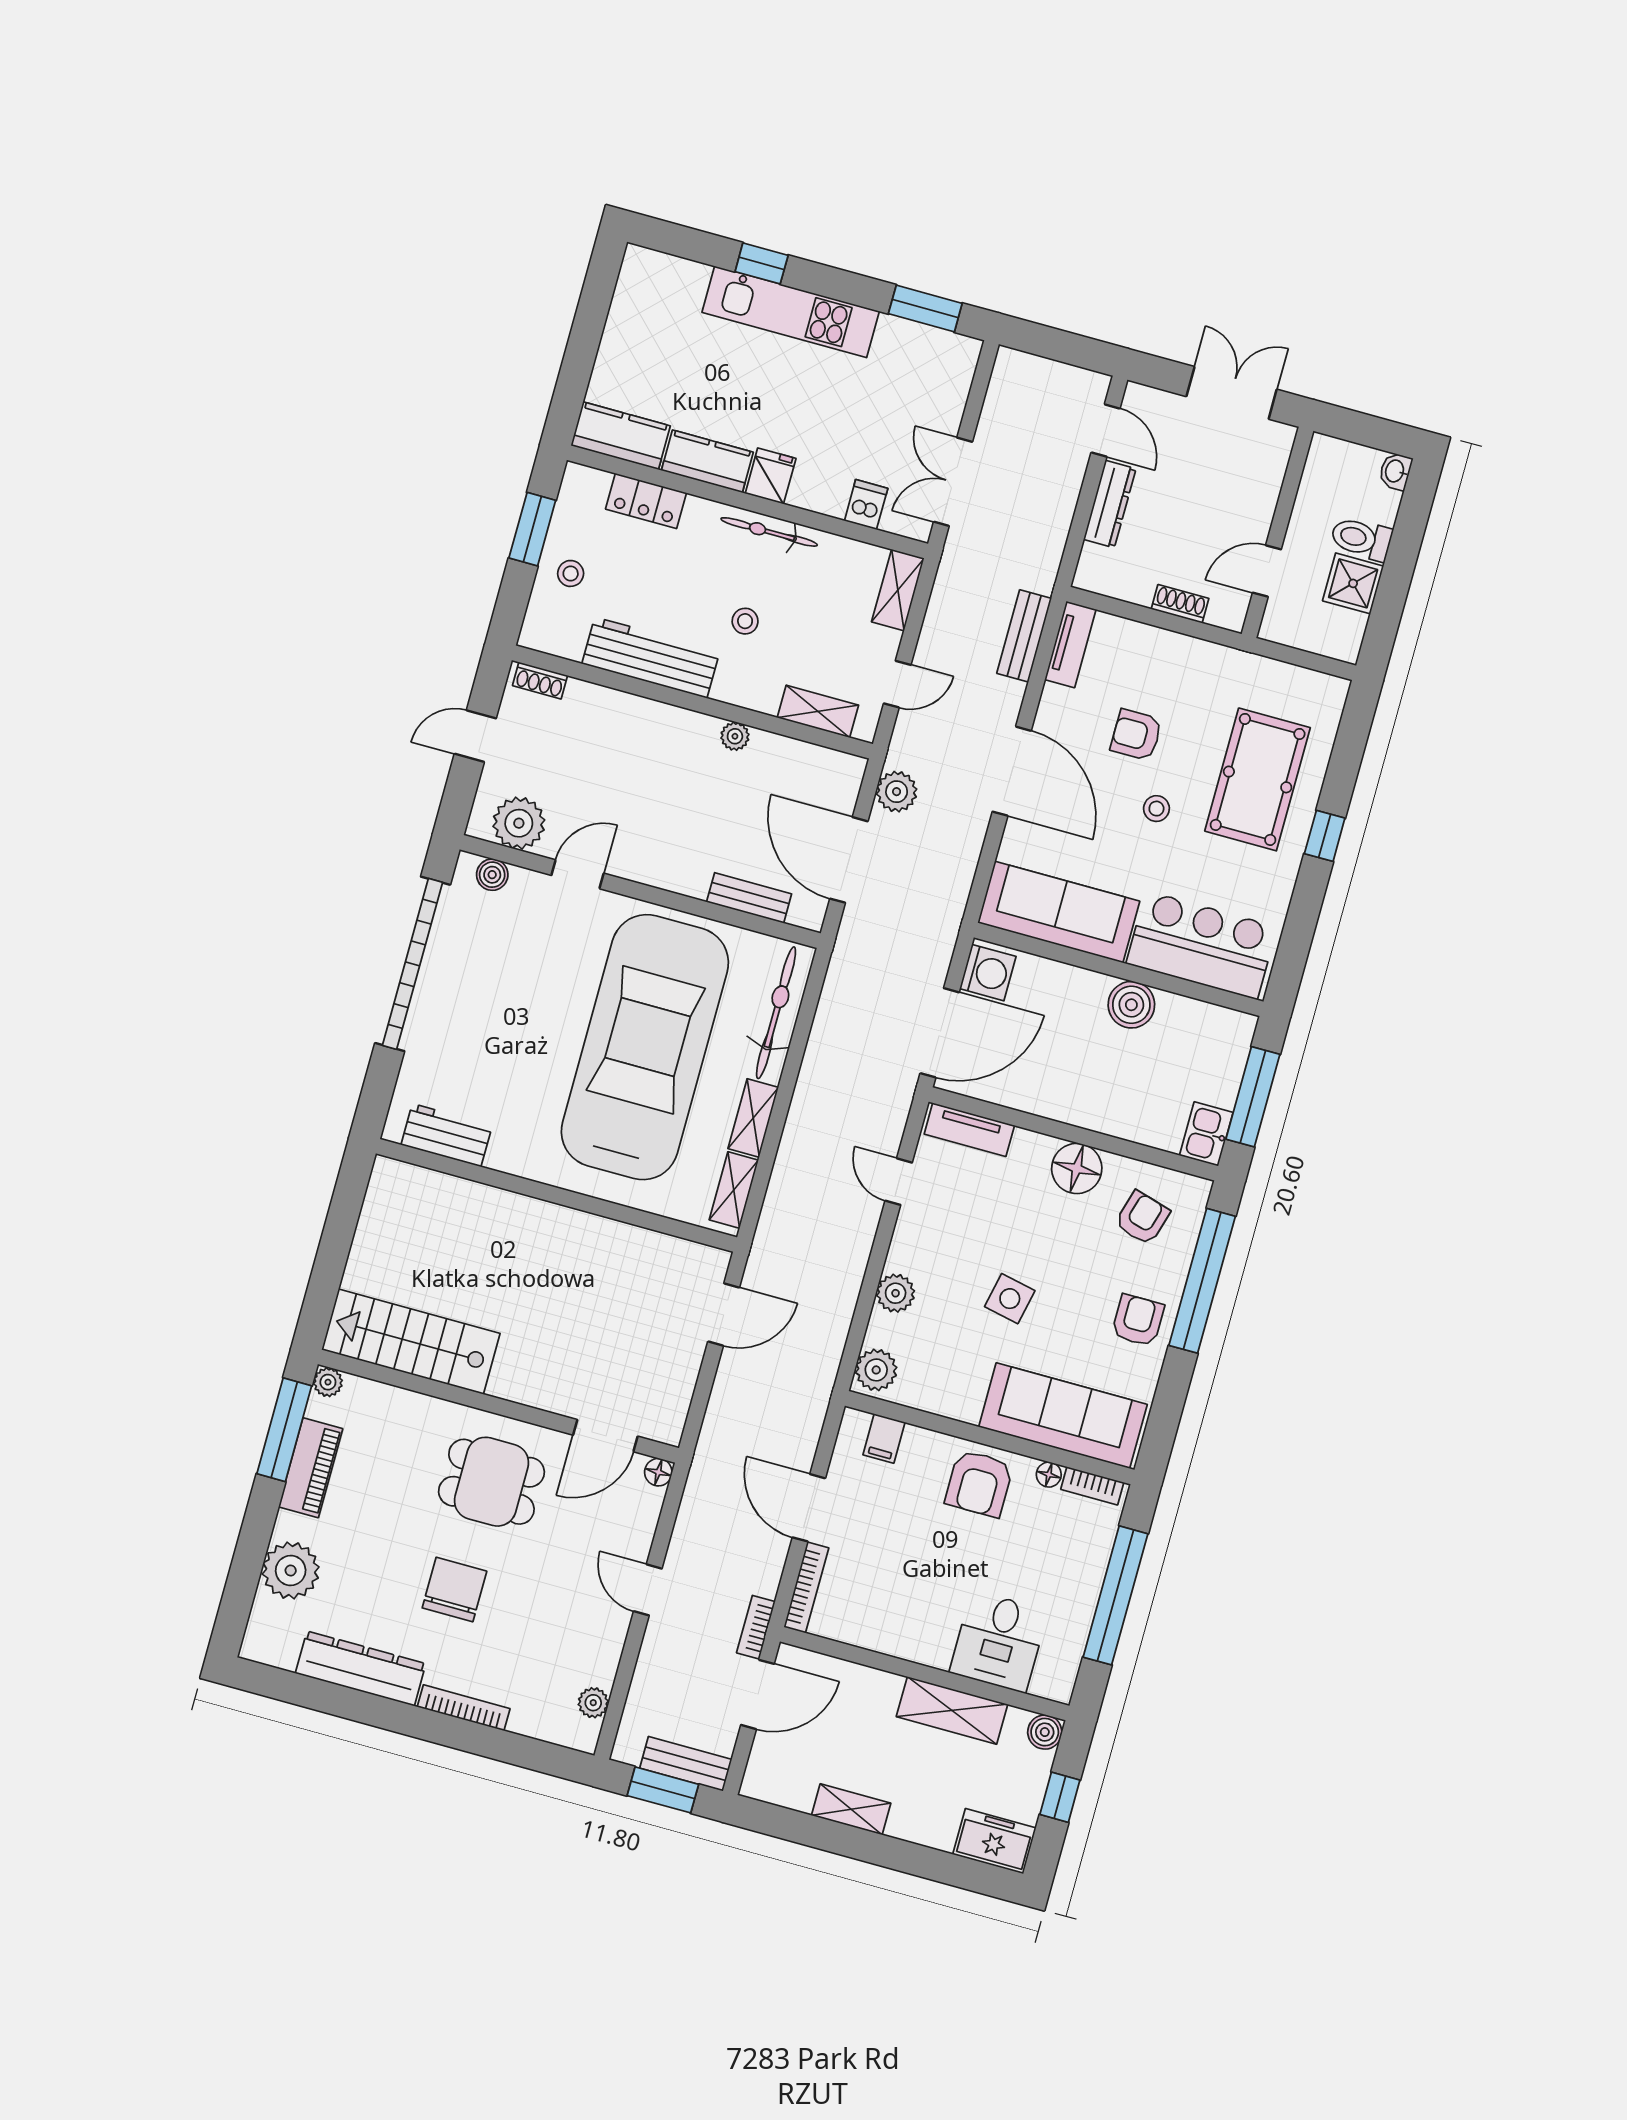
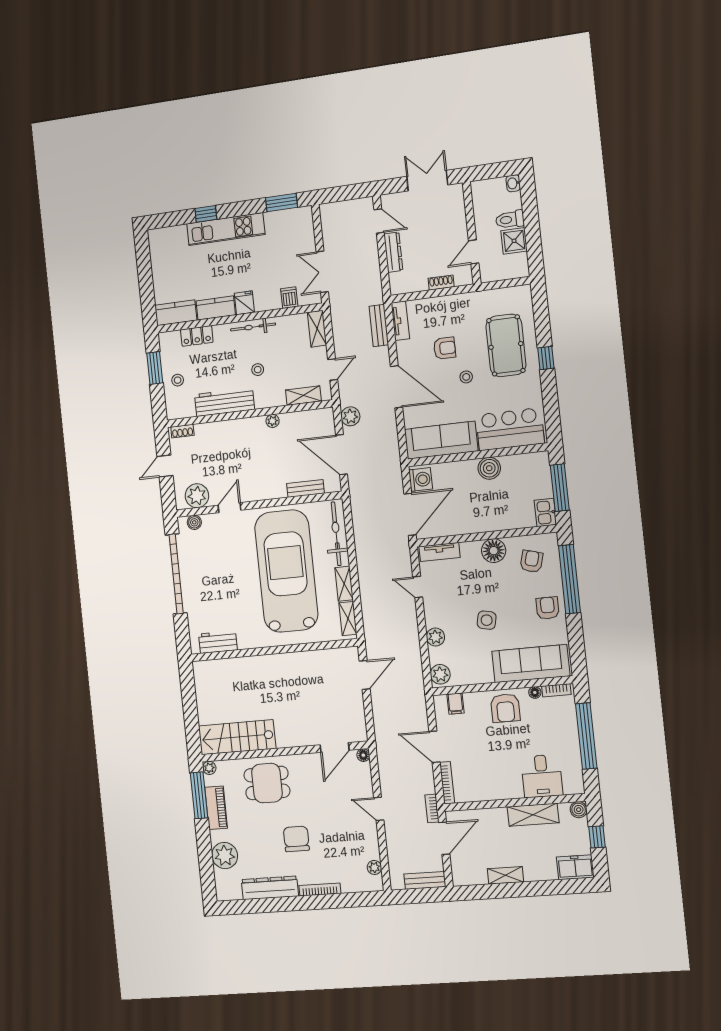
armchair: (1136, 735) -> (445, 348), turned 180
dining table: (491, 1482) -> (267, 783), moved
window: (663, 1790) -> (419, 896), removed

